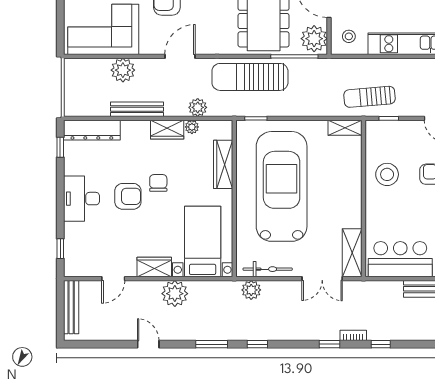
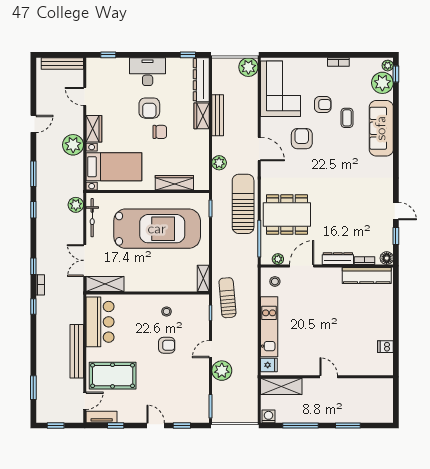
plant: (314, 39) -> (278, 259), width x0.53, depth x0.53
plant: (123, 70) -> (248, 67), moved
plant: (192, 127) -> (204, 158), removed
wardrobe: (167, 130) -> (202, 116), moved
stool: (387, 174) -> (167, 311), width x0.53, depth x0.53

